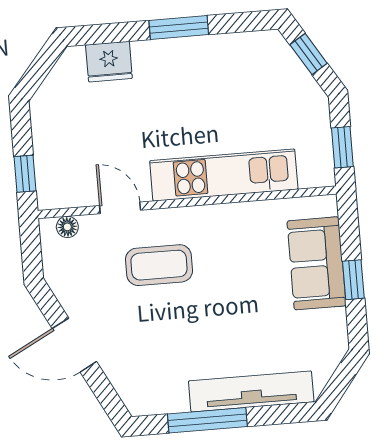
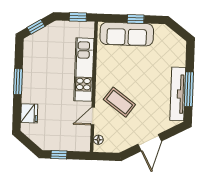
window: (25, 174) -> (59, 155), moved
sofa: (317, 263) -> (127, 34), width x1.36
coffee table: (159, 265) -> (119, 102), turned -54
tv unit: (251, 391) -> (178, 94), moved

